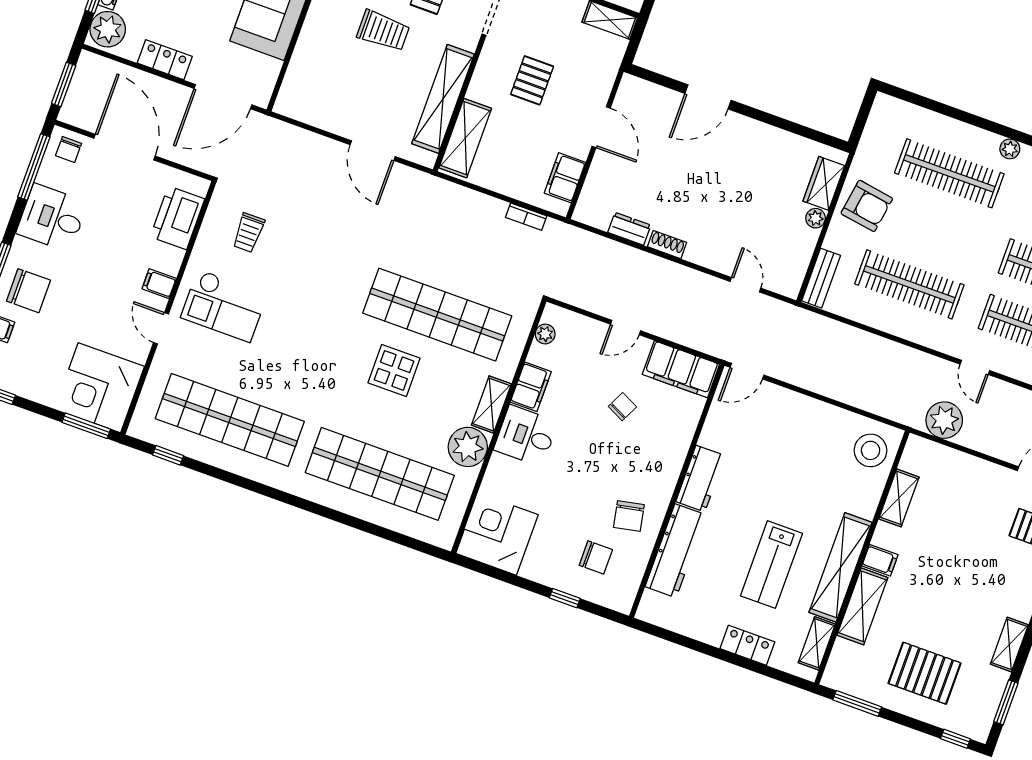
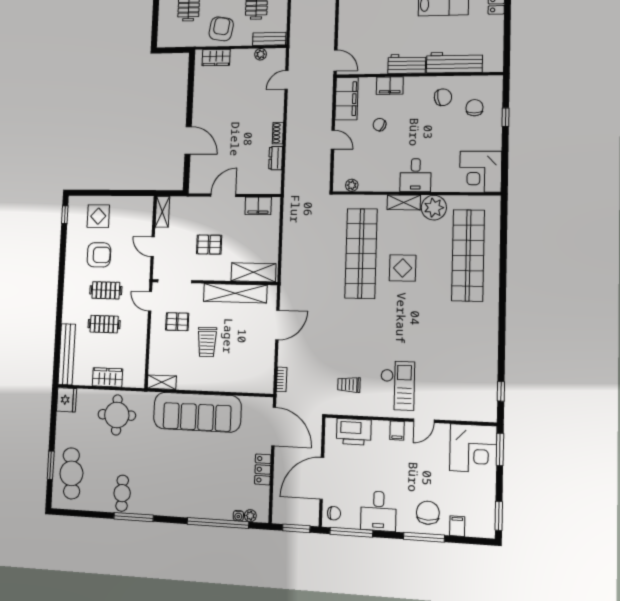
plant: (108, 29) -> (250, 516), width x0.53, depth x0.53
trolley: (383, 31) -> (207, 342), turned 180
bookcase: (526, 217) -> (282, 379), moved
plant: (816, 218) -> (261, 54), moved
trolley: (248, 233) -> (349, 385), turned 180
filing cabinet: (531, 387) -> (390, 86), moved, turned 180
shop shelf: (230, 420) -> (466, 359), removed

